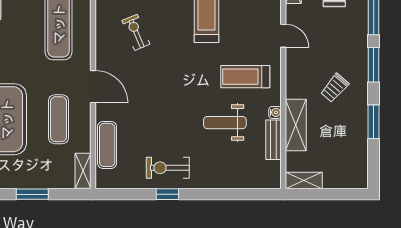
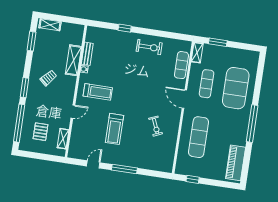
door: (283, 36) -> (73, 112), swing flipped
window: (374, 122) -> (32, 41), moved
weight bench: (225, 123) -> (113, 68), removed
shelving: (304, 181) -> (50, 25), moved
window: (32, 194) -> (218, 42), moved
window: (167, 194) -> (125, 28), moved

